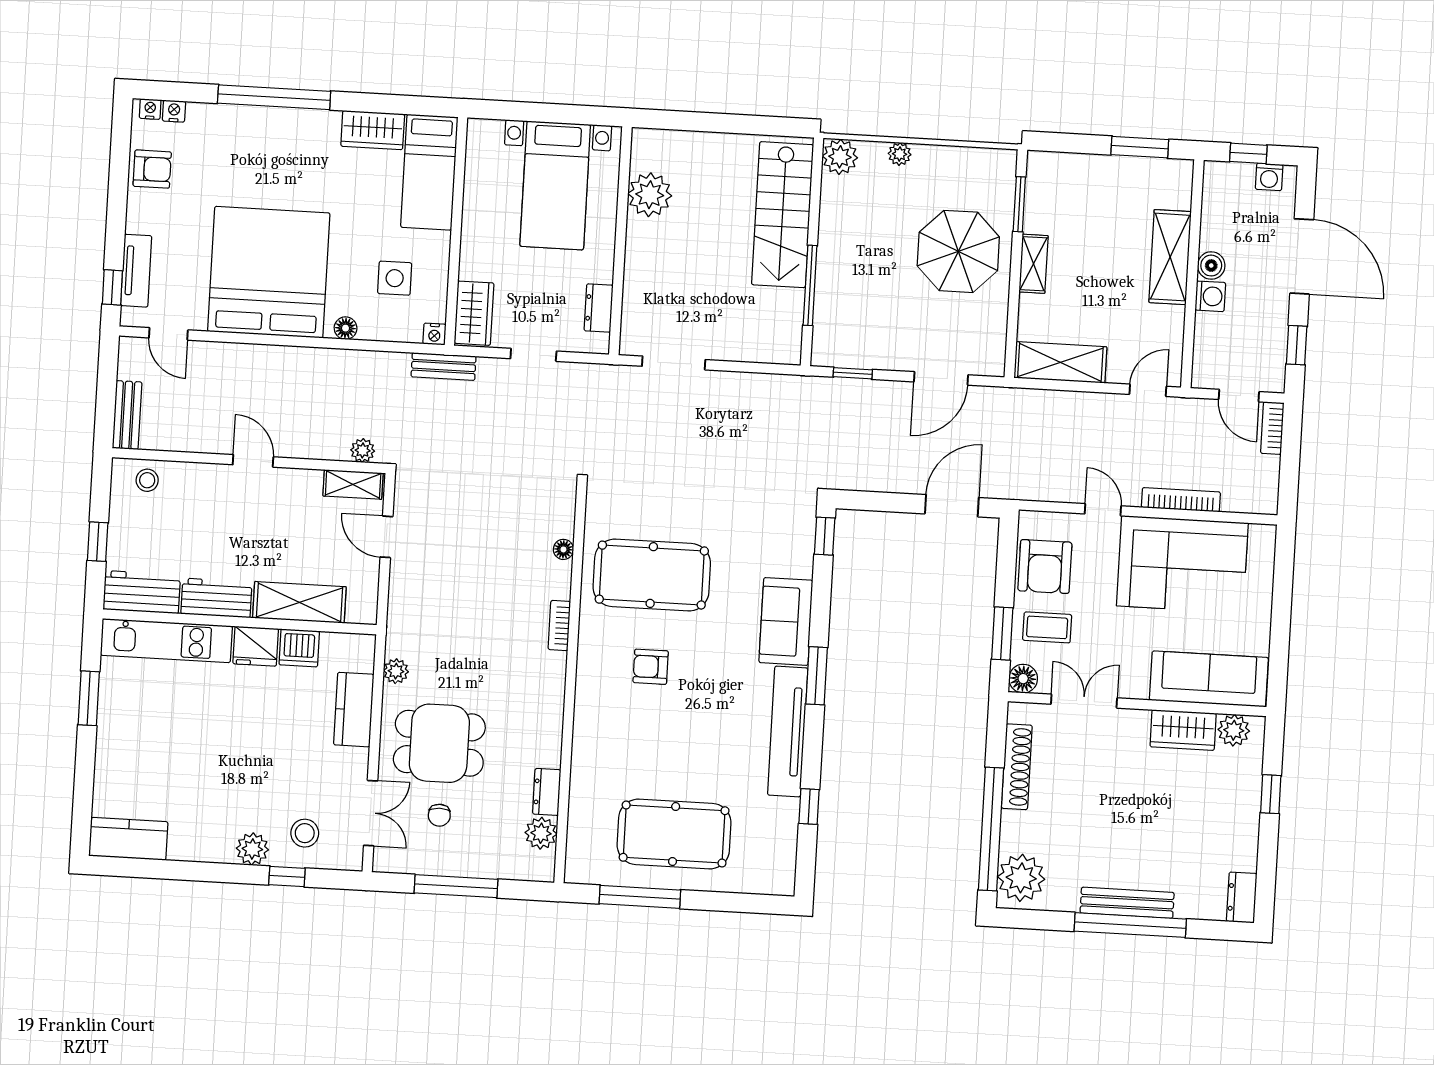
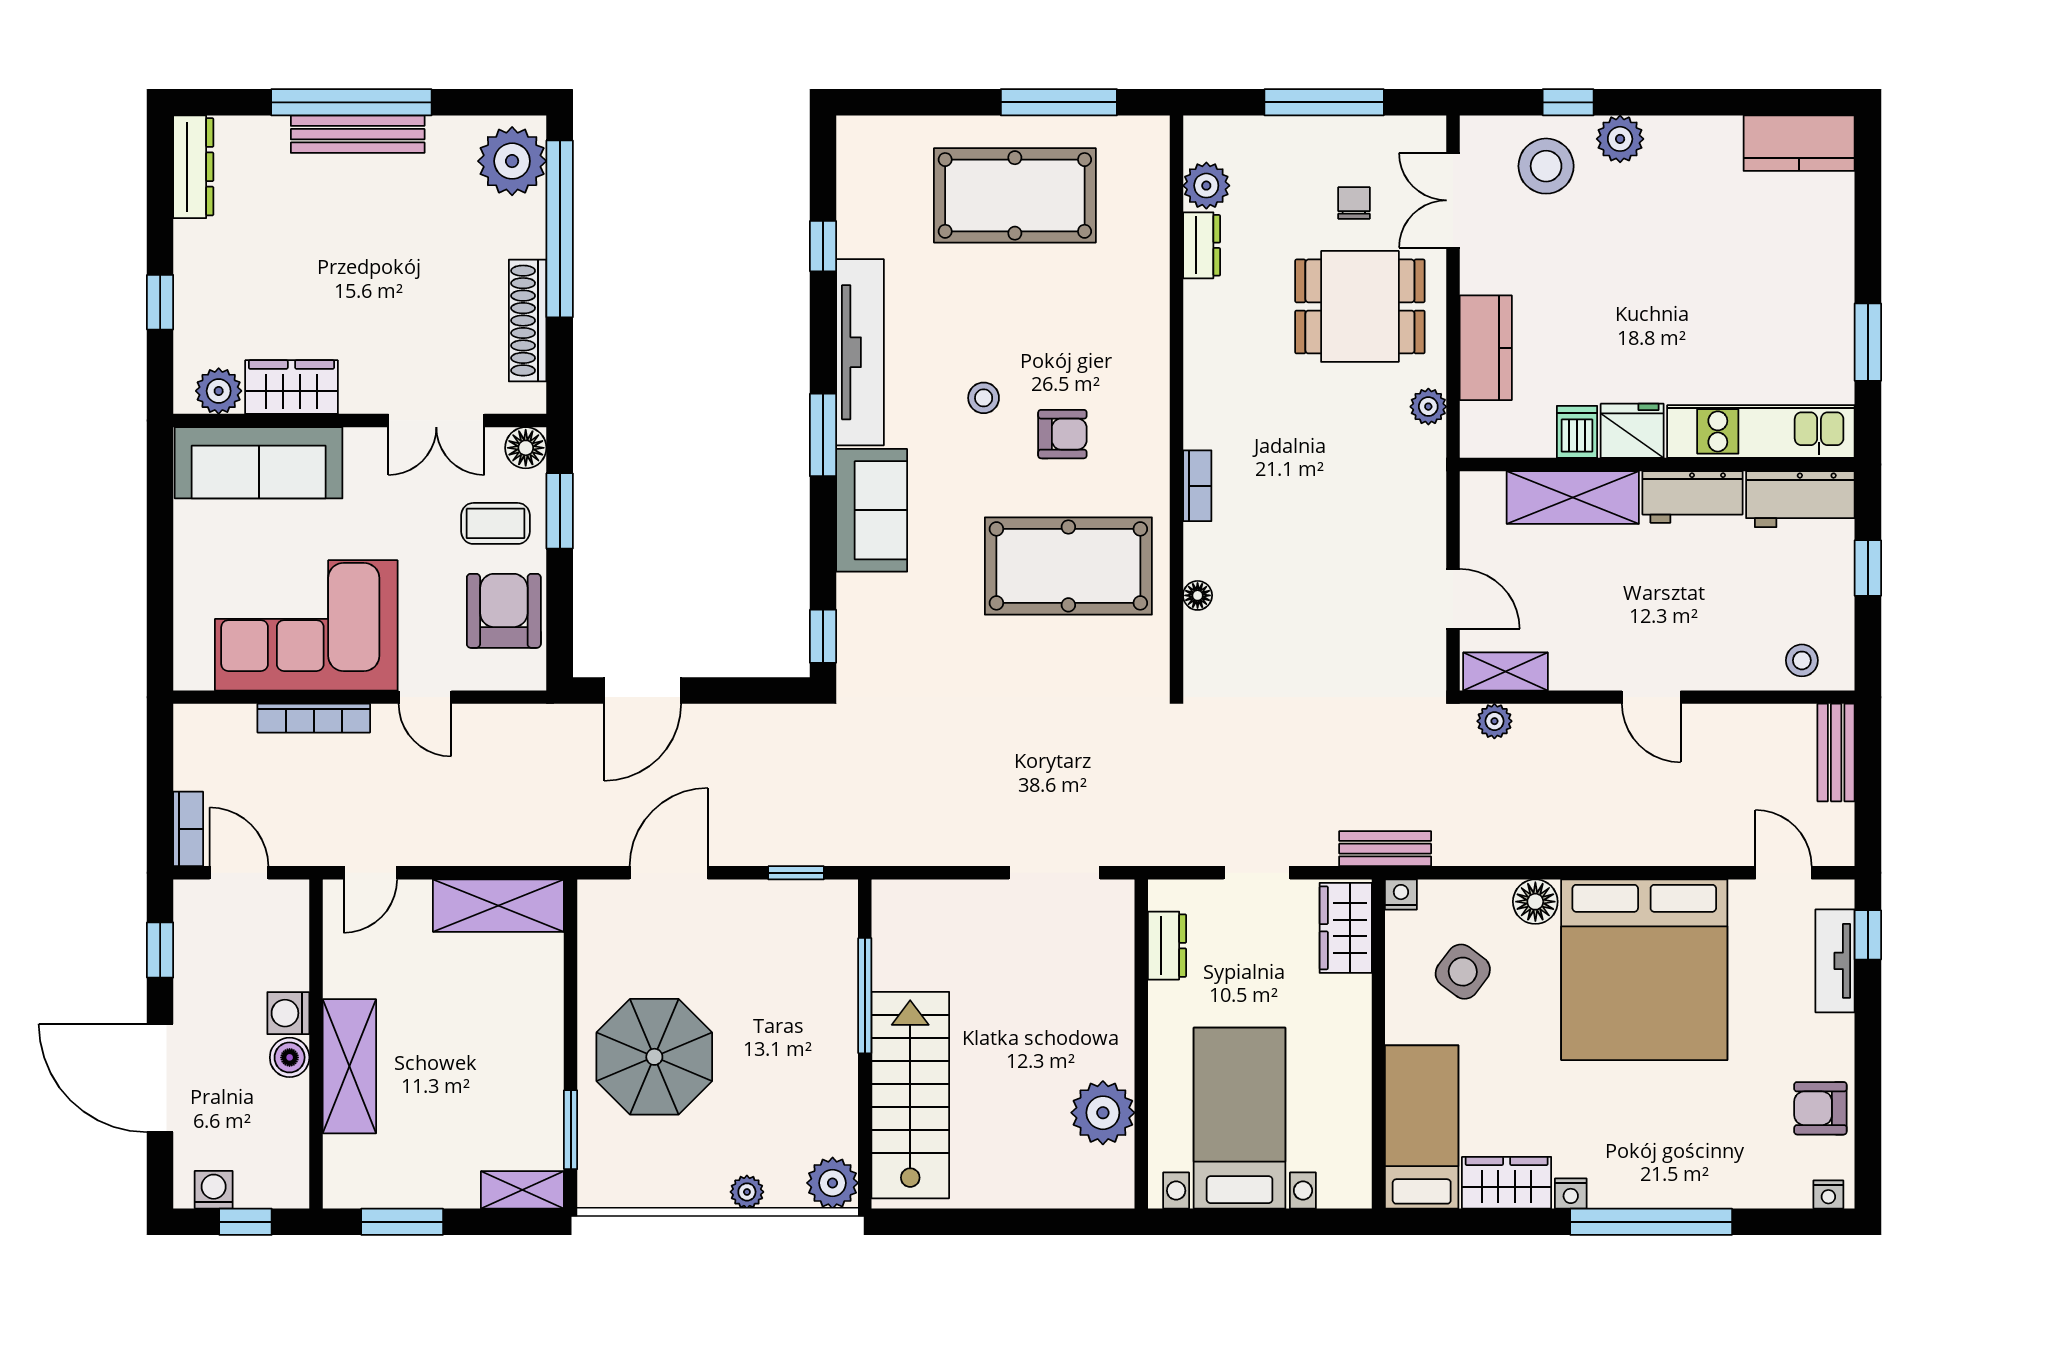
nightstand: (174, 111) -> (1571, 1194), moved
shelving: (1033, 264) -> (522, 1190), moved, turned 90
side table: (395, 278) -> (1463, 972), turned 37
floor lamp: (346, 328) -> (1535, 902), width x1.37, depth x1.37
dishwasher: (299, 648) -> (1577, 432), width x0.73
stool: (704, 695) -> (984, 398), added
stool: (305, 833) -> (1546, 166), width x1.38, depth x1.38
dresser: (1242, 898) -> (193, 167), width x1.44

